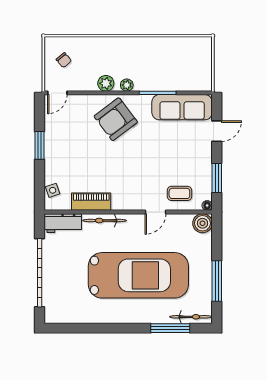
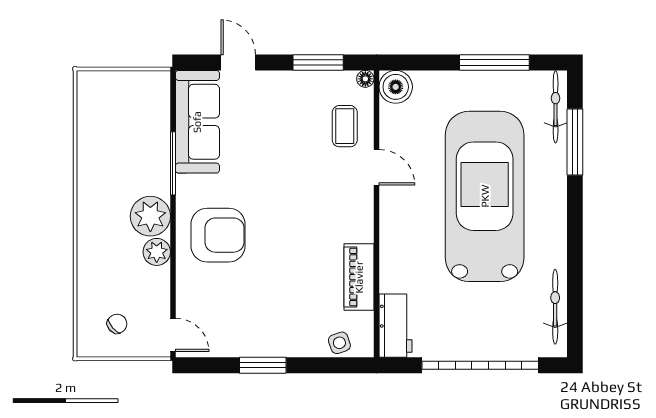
plant: (127, 85) -> (150, 216), width x1.87, depth x1.87
armchair: (116, 119) -> (218, 235), turned -53
bicycle: (104, 221) -> (555, 307), moved, turned 180

